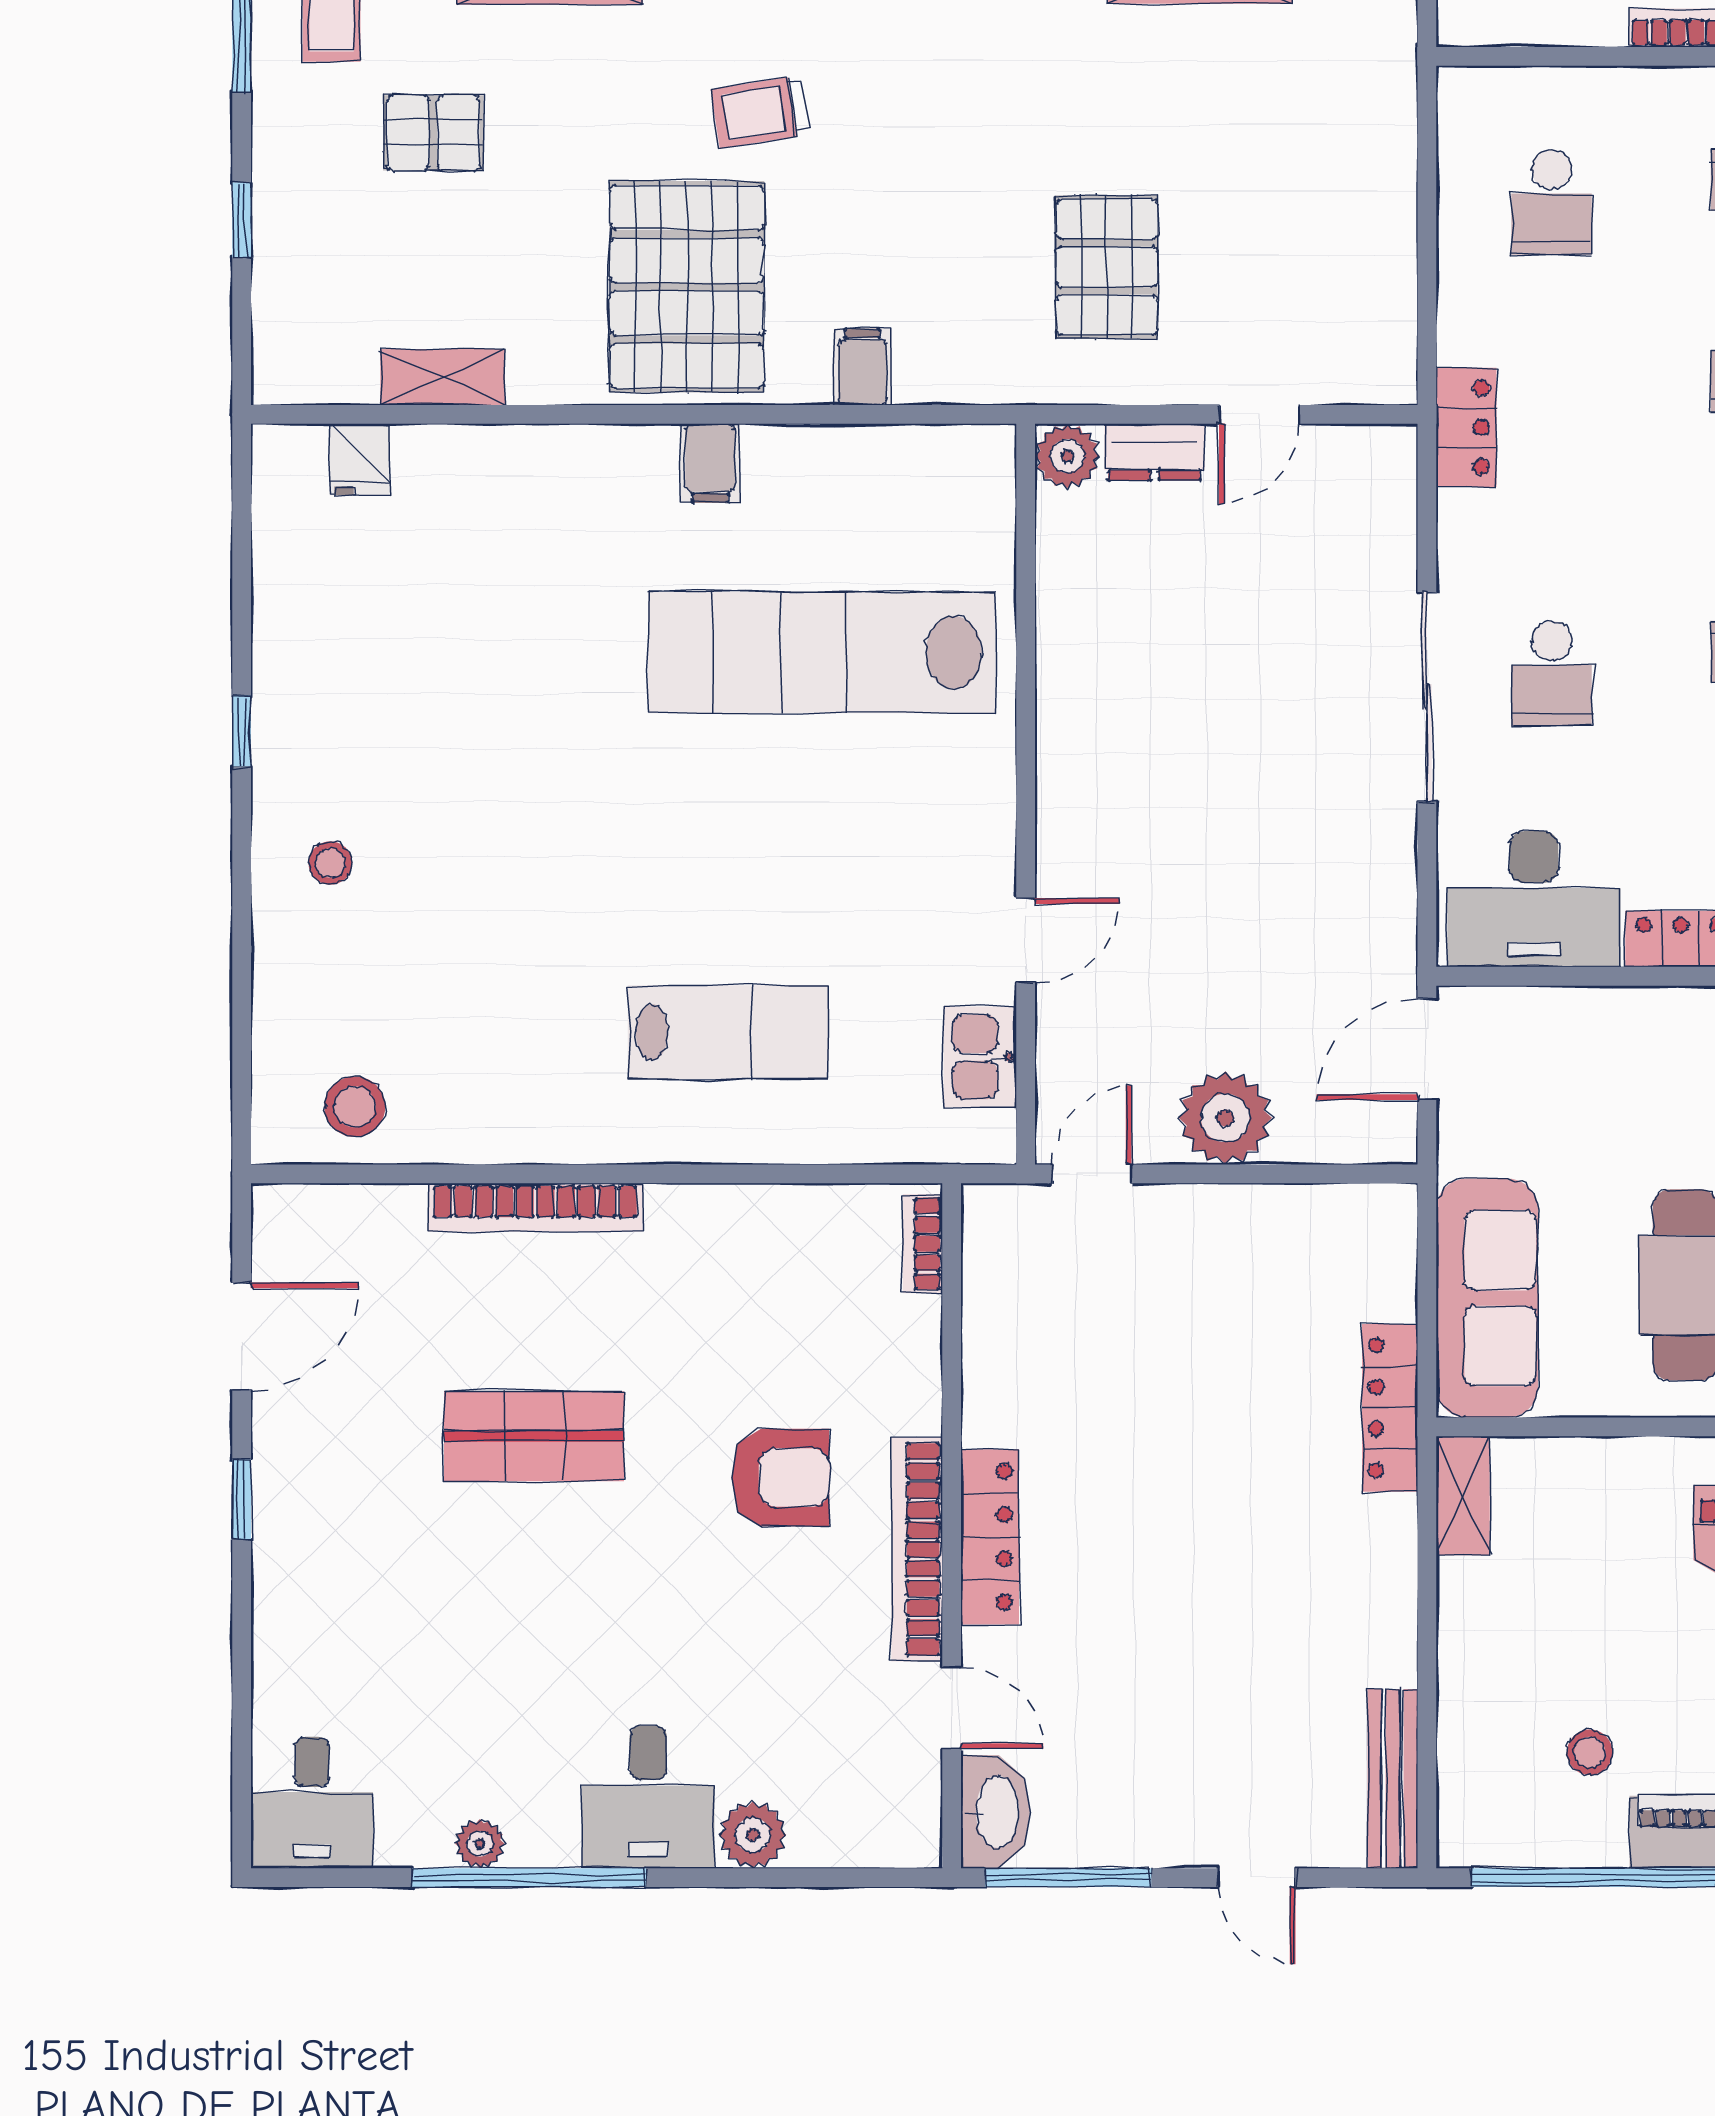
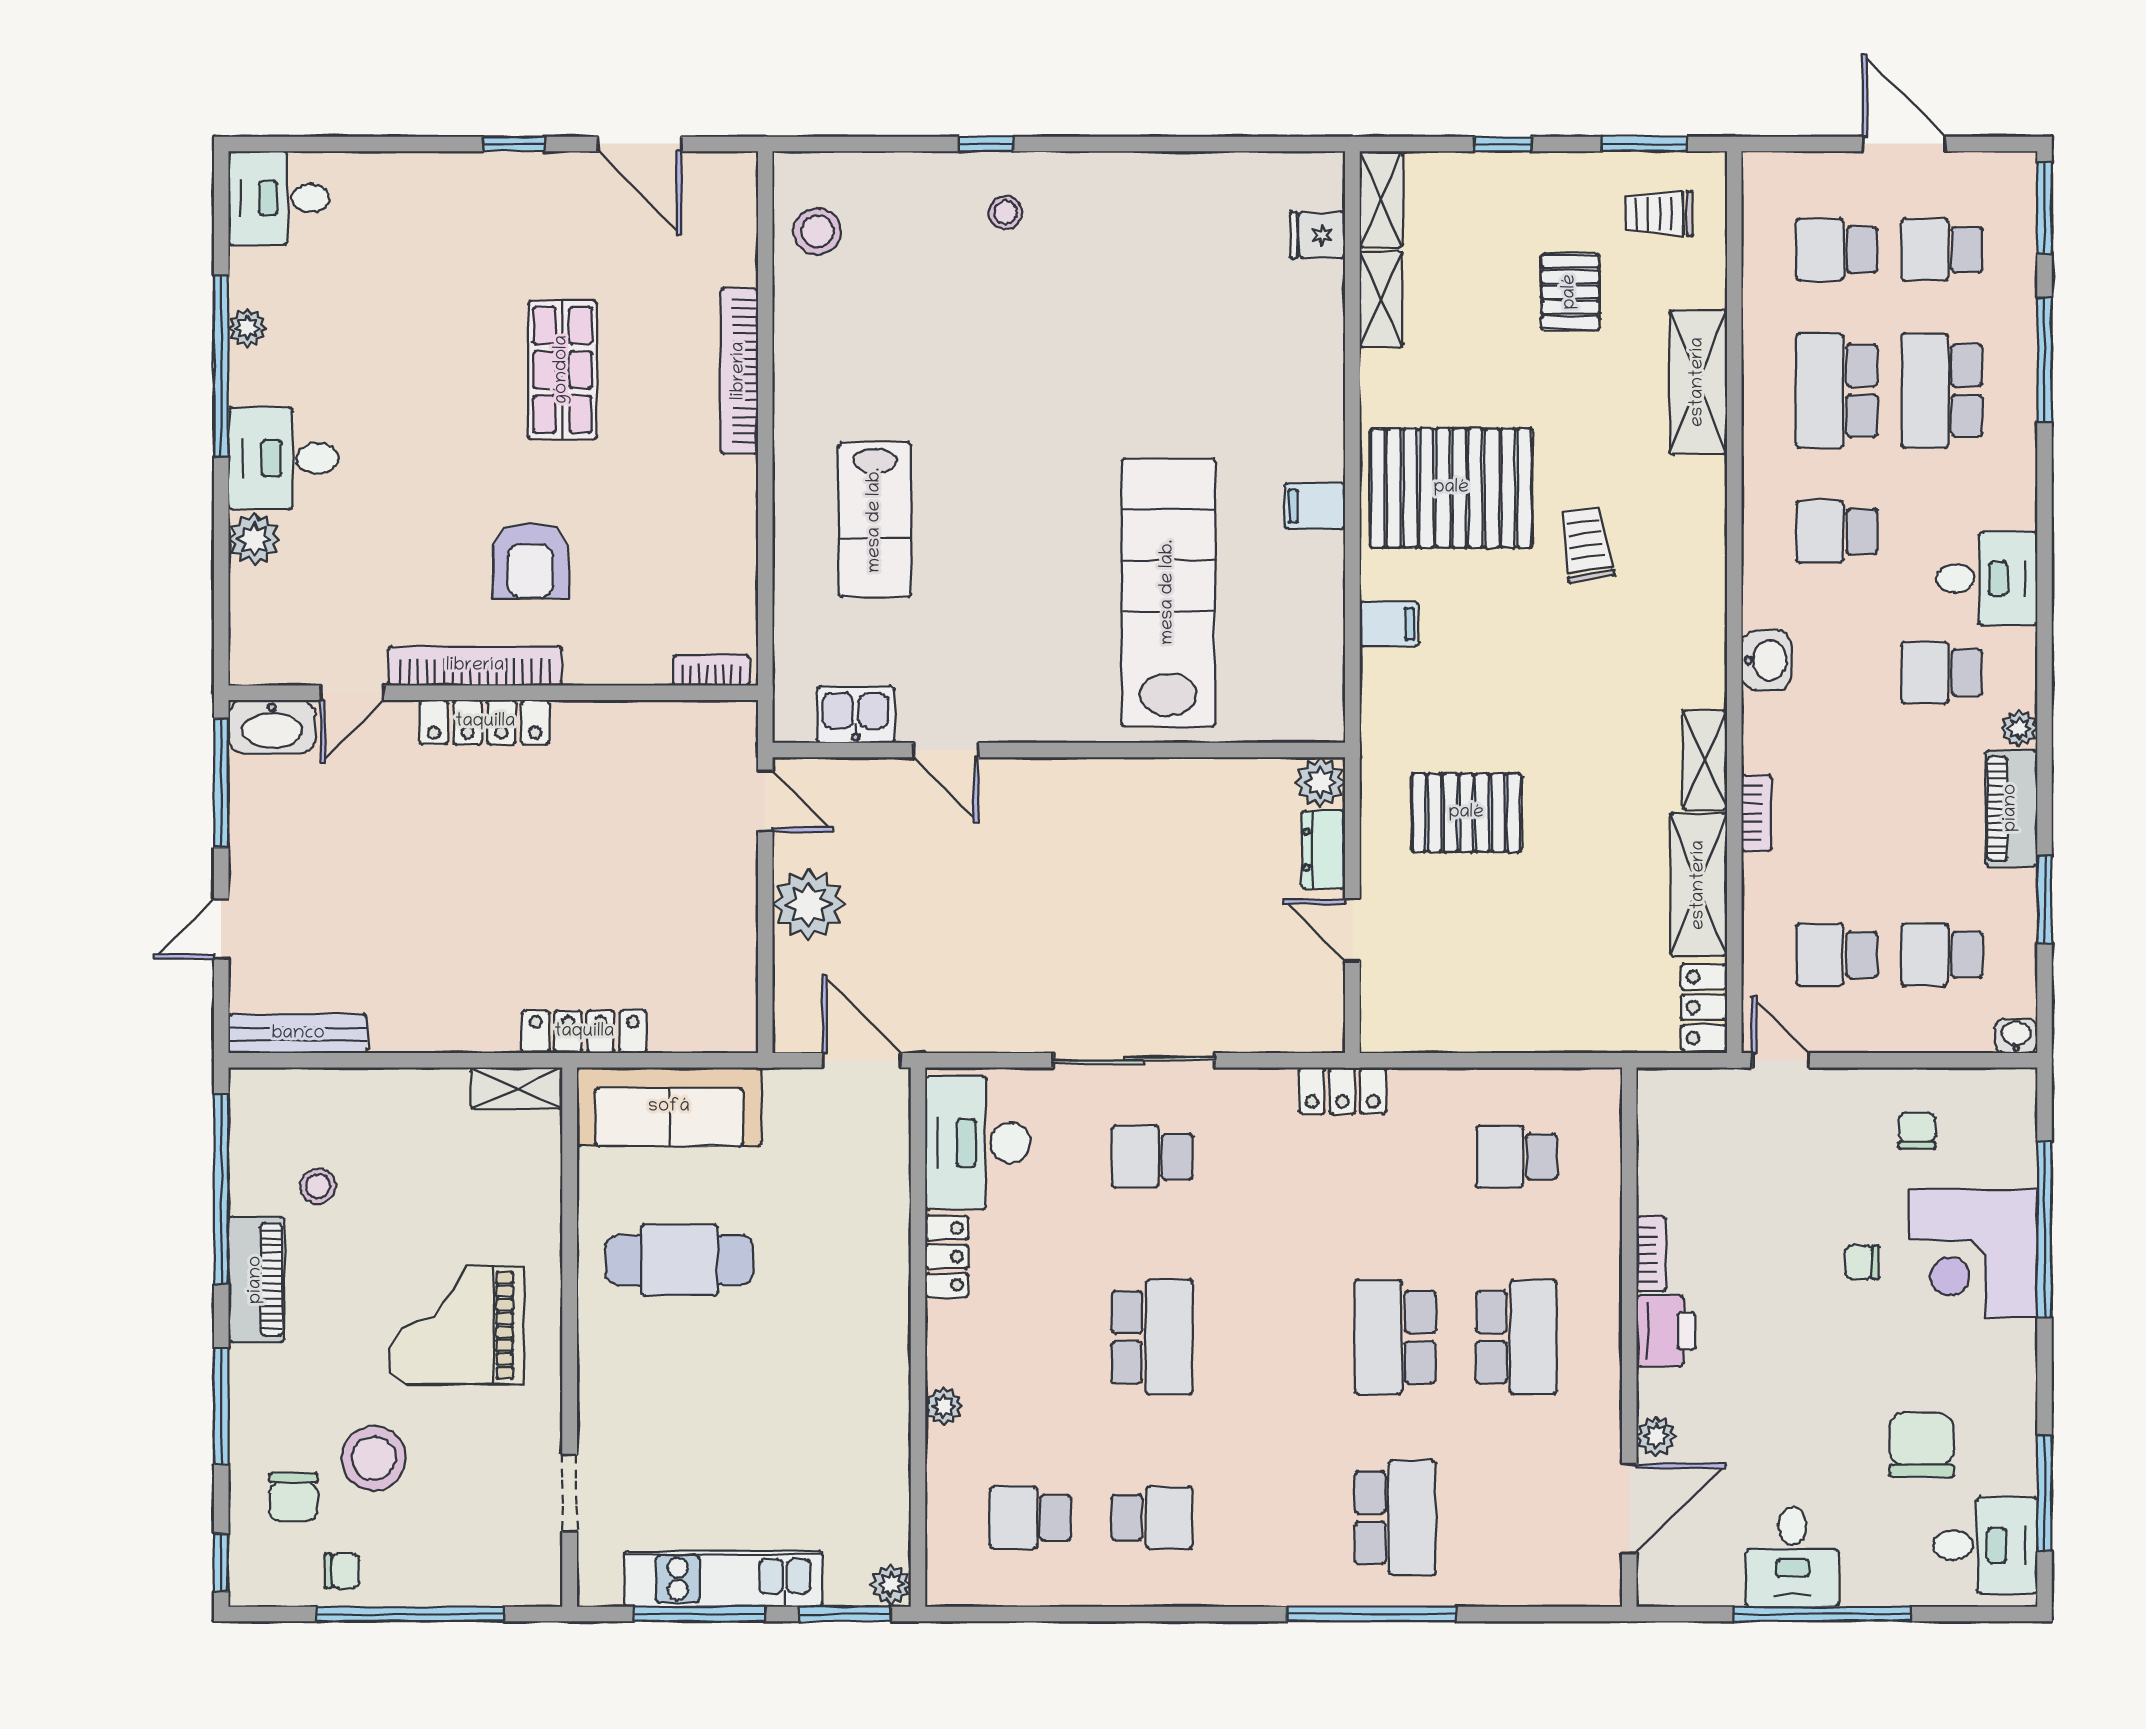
shelving: (313, 377) -> (1381, 199), added
window: (242, 731) -> (986, 144), moved

